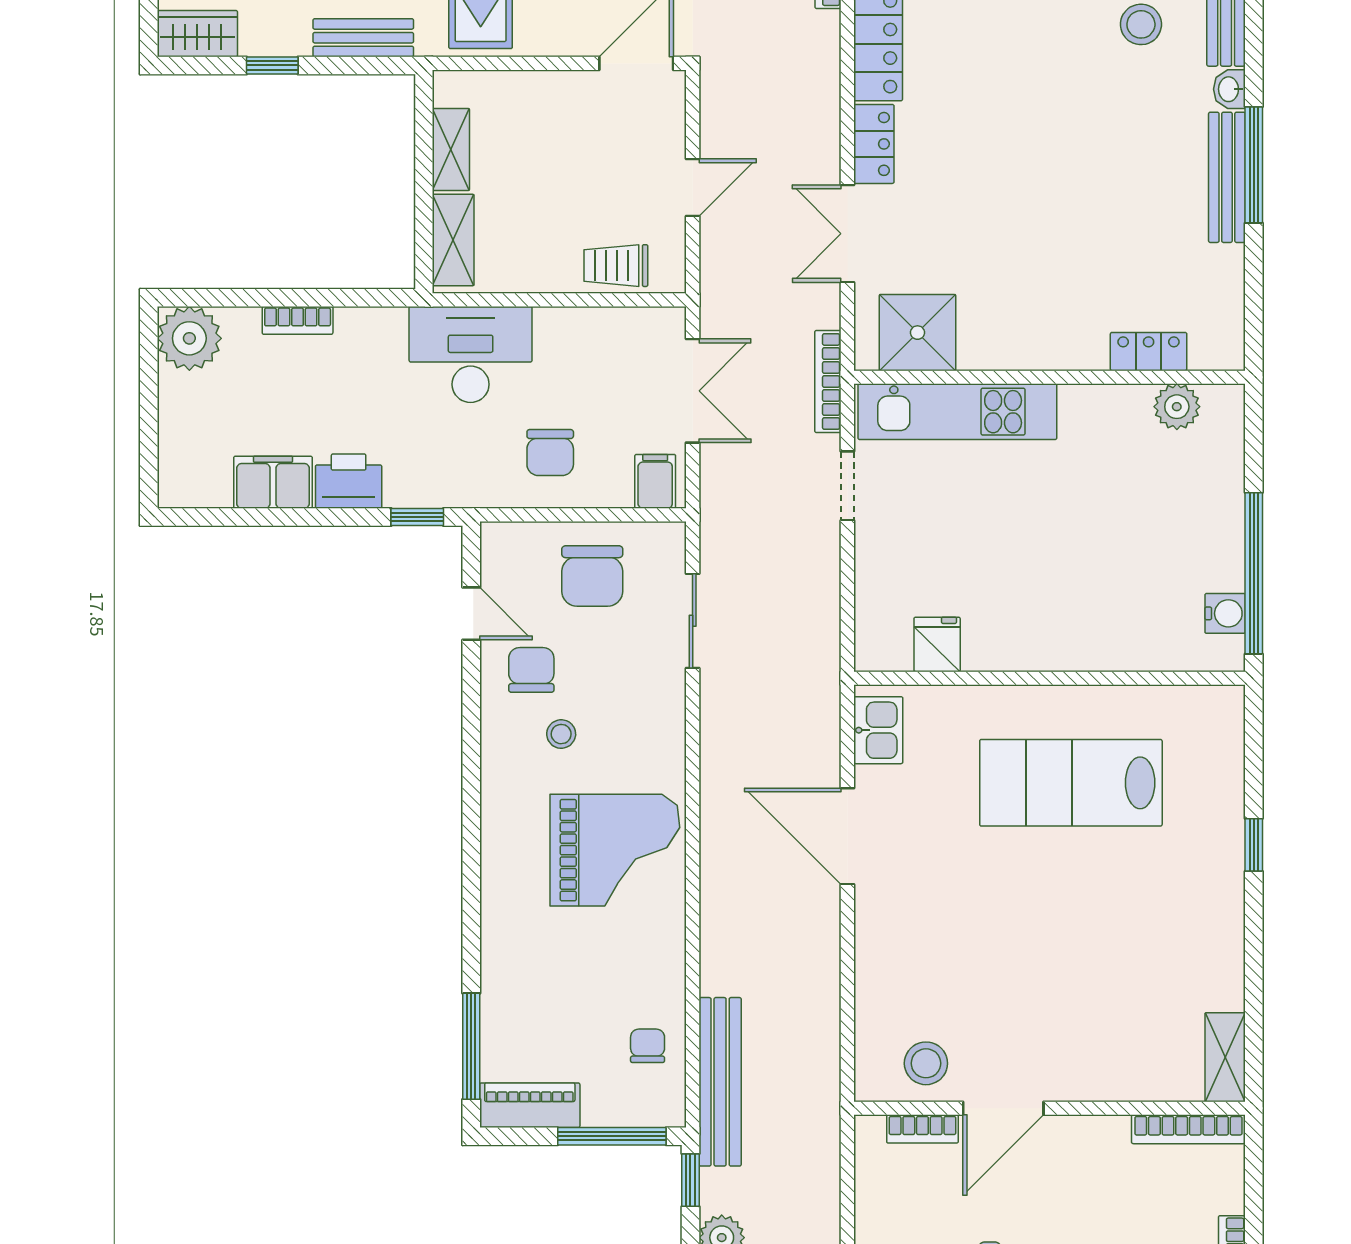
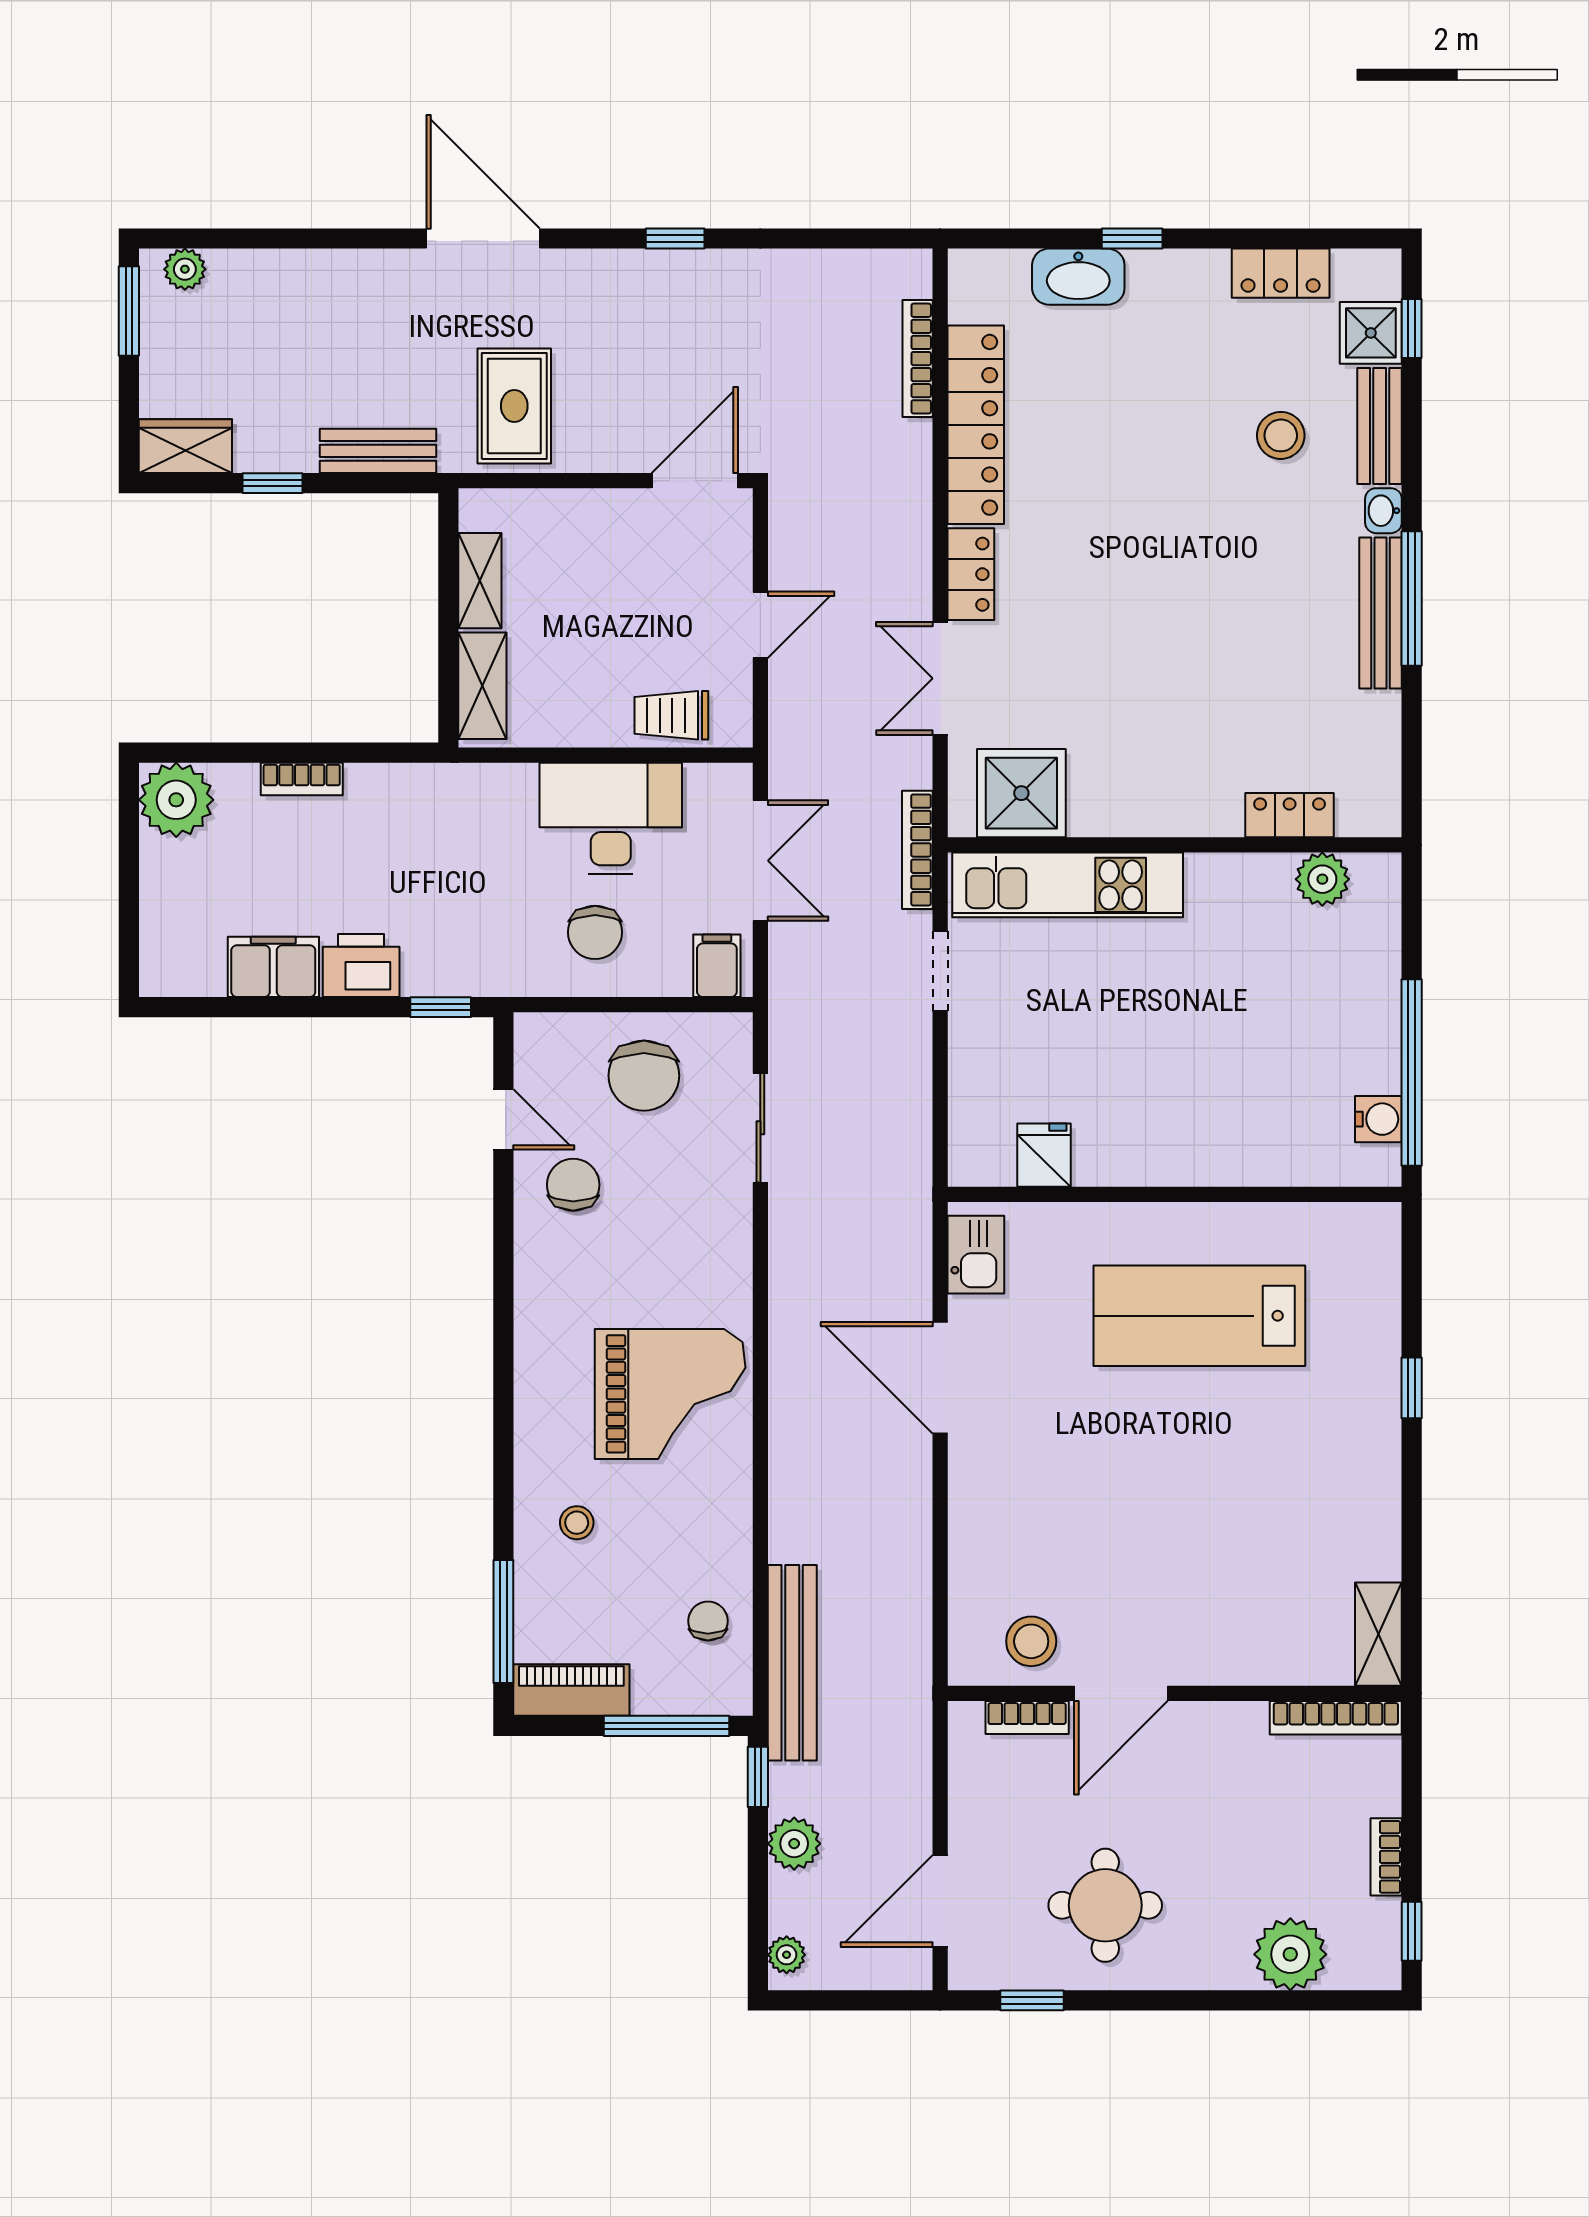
desk: (471, 354) -> (611, 819), moved
stool: (561, 734) -> (577, 1523), moved

